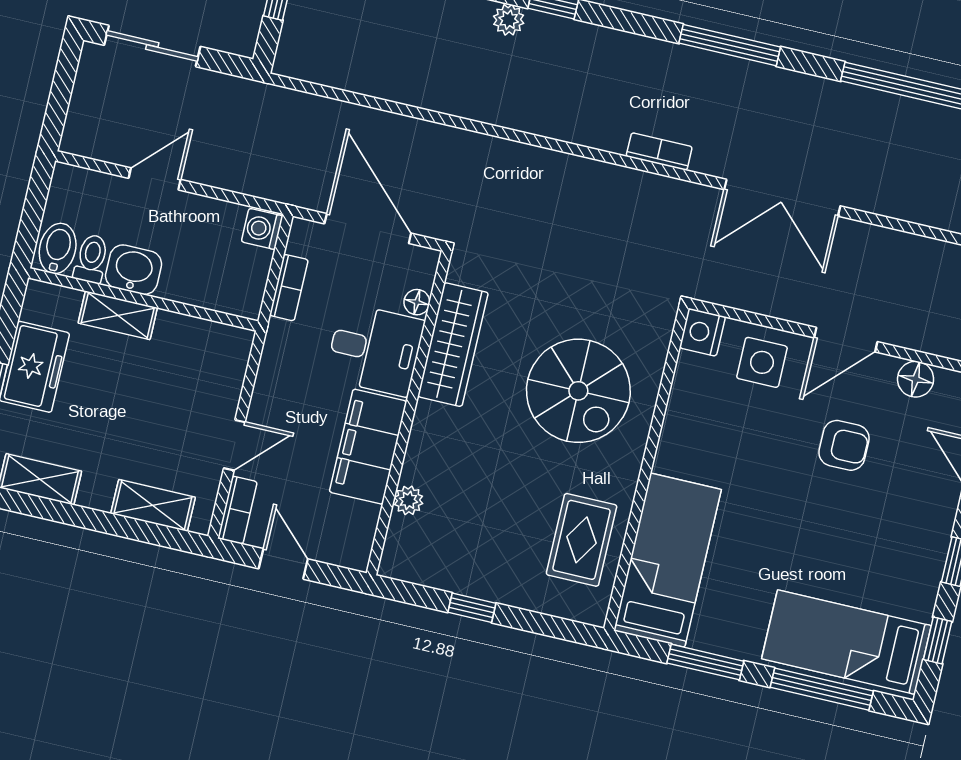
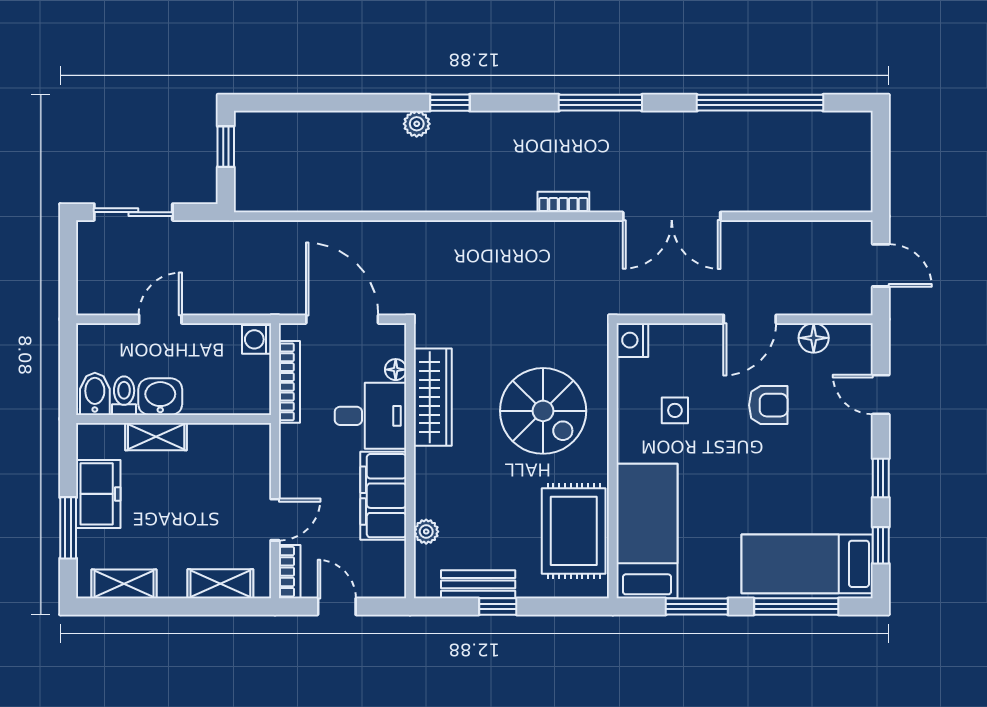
bookcase: (289, 288) -> (289, 382), width x1.56
side table: (762, 362) -> (675, 410), moved, width x0.73, depth x0.73
rug: (582, 540) -> (574, 531), width x1.36, depth x1.43
bench: (455, 576) -> (478, 584), added

